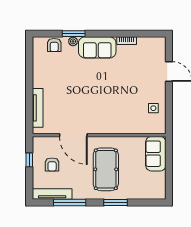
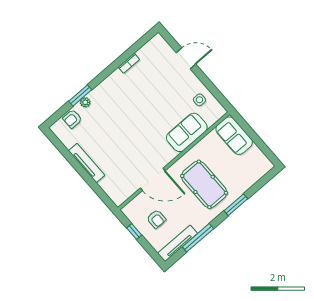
armchair: (54, 45) -> (72, 119), turned 90
sofa: (97, 47) -> (187, 132), moved, turned 180
tv unit: (38, 108) -> (87, 163), moved

